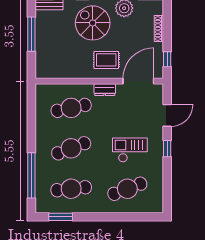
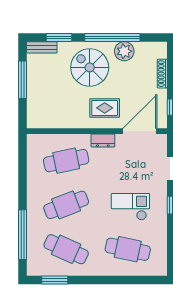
cafe table: (71, 189) -> (66, 249), turned 30
cafe table: (127, 189) -> (128, 249), turned 33

